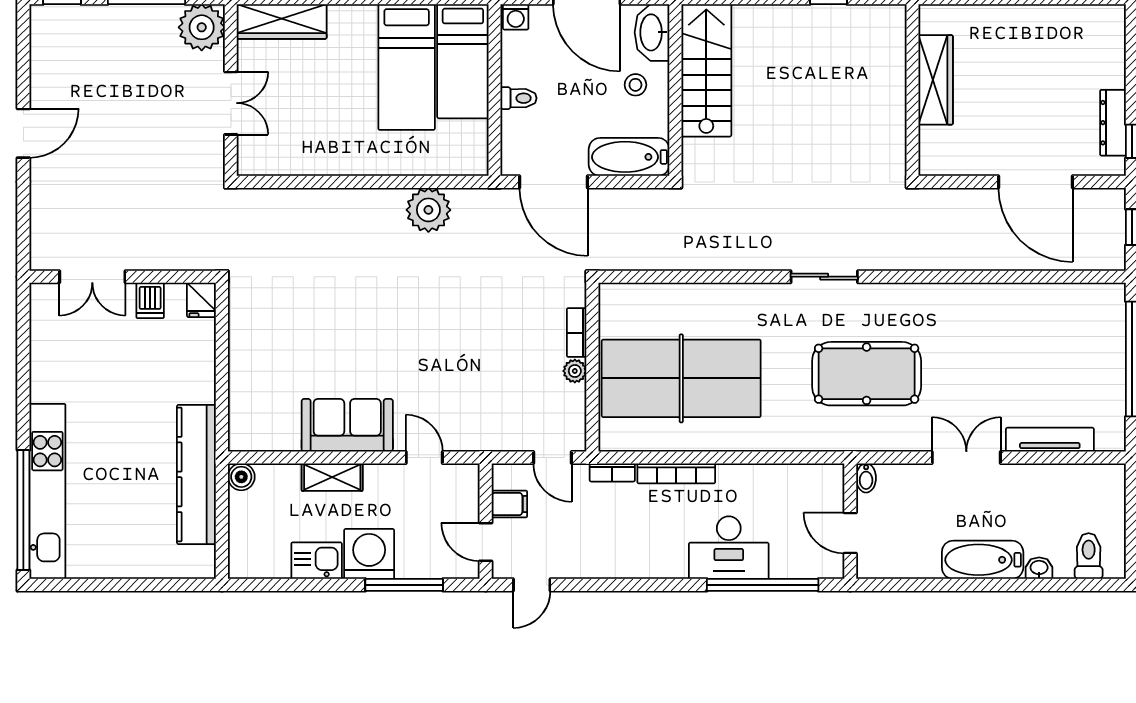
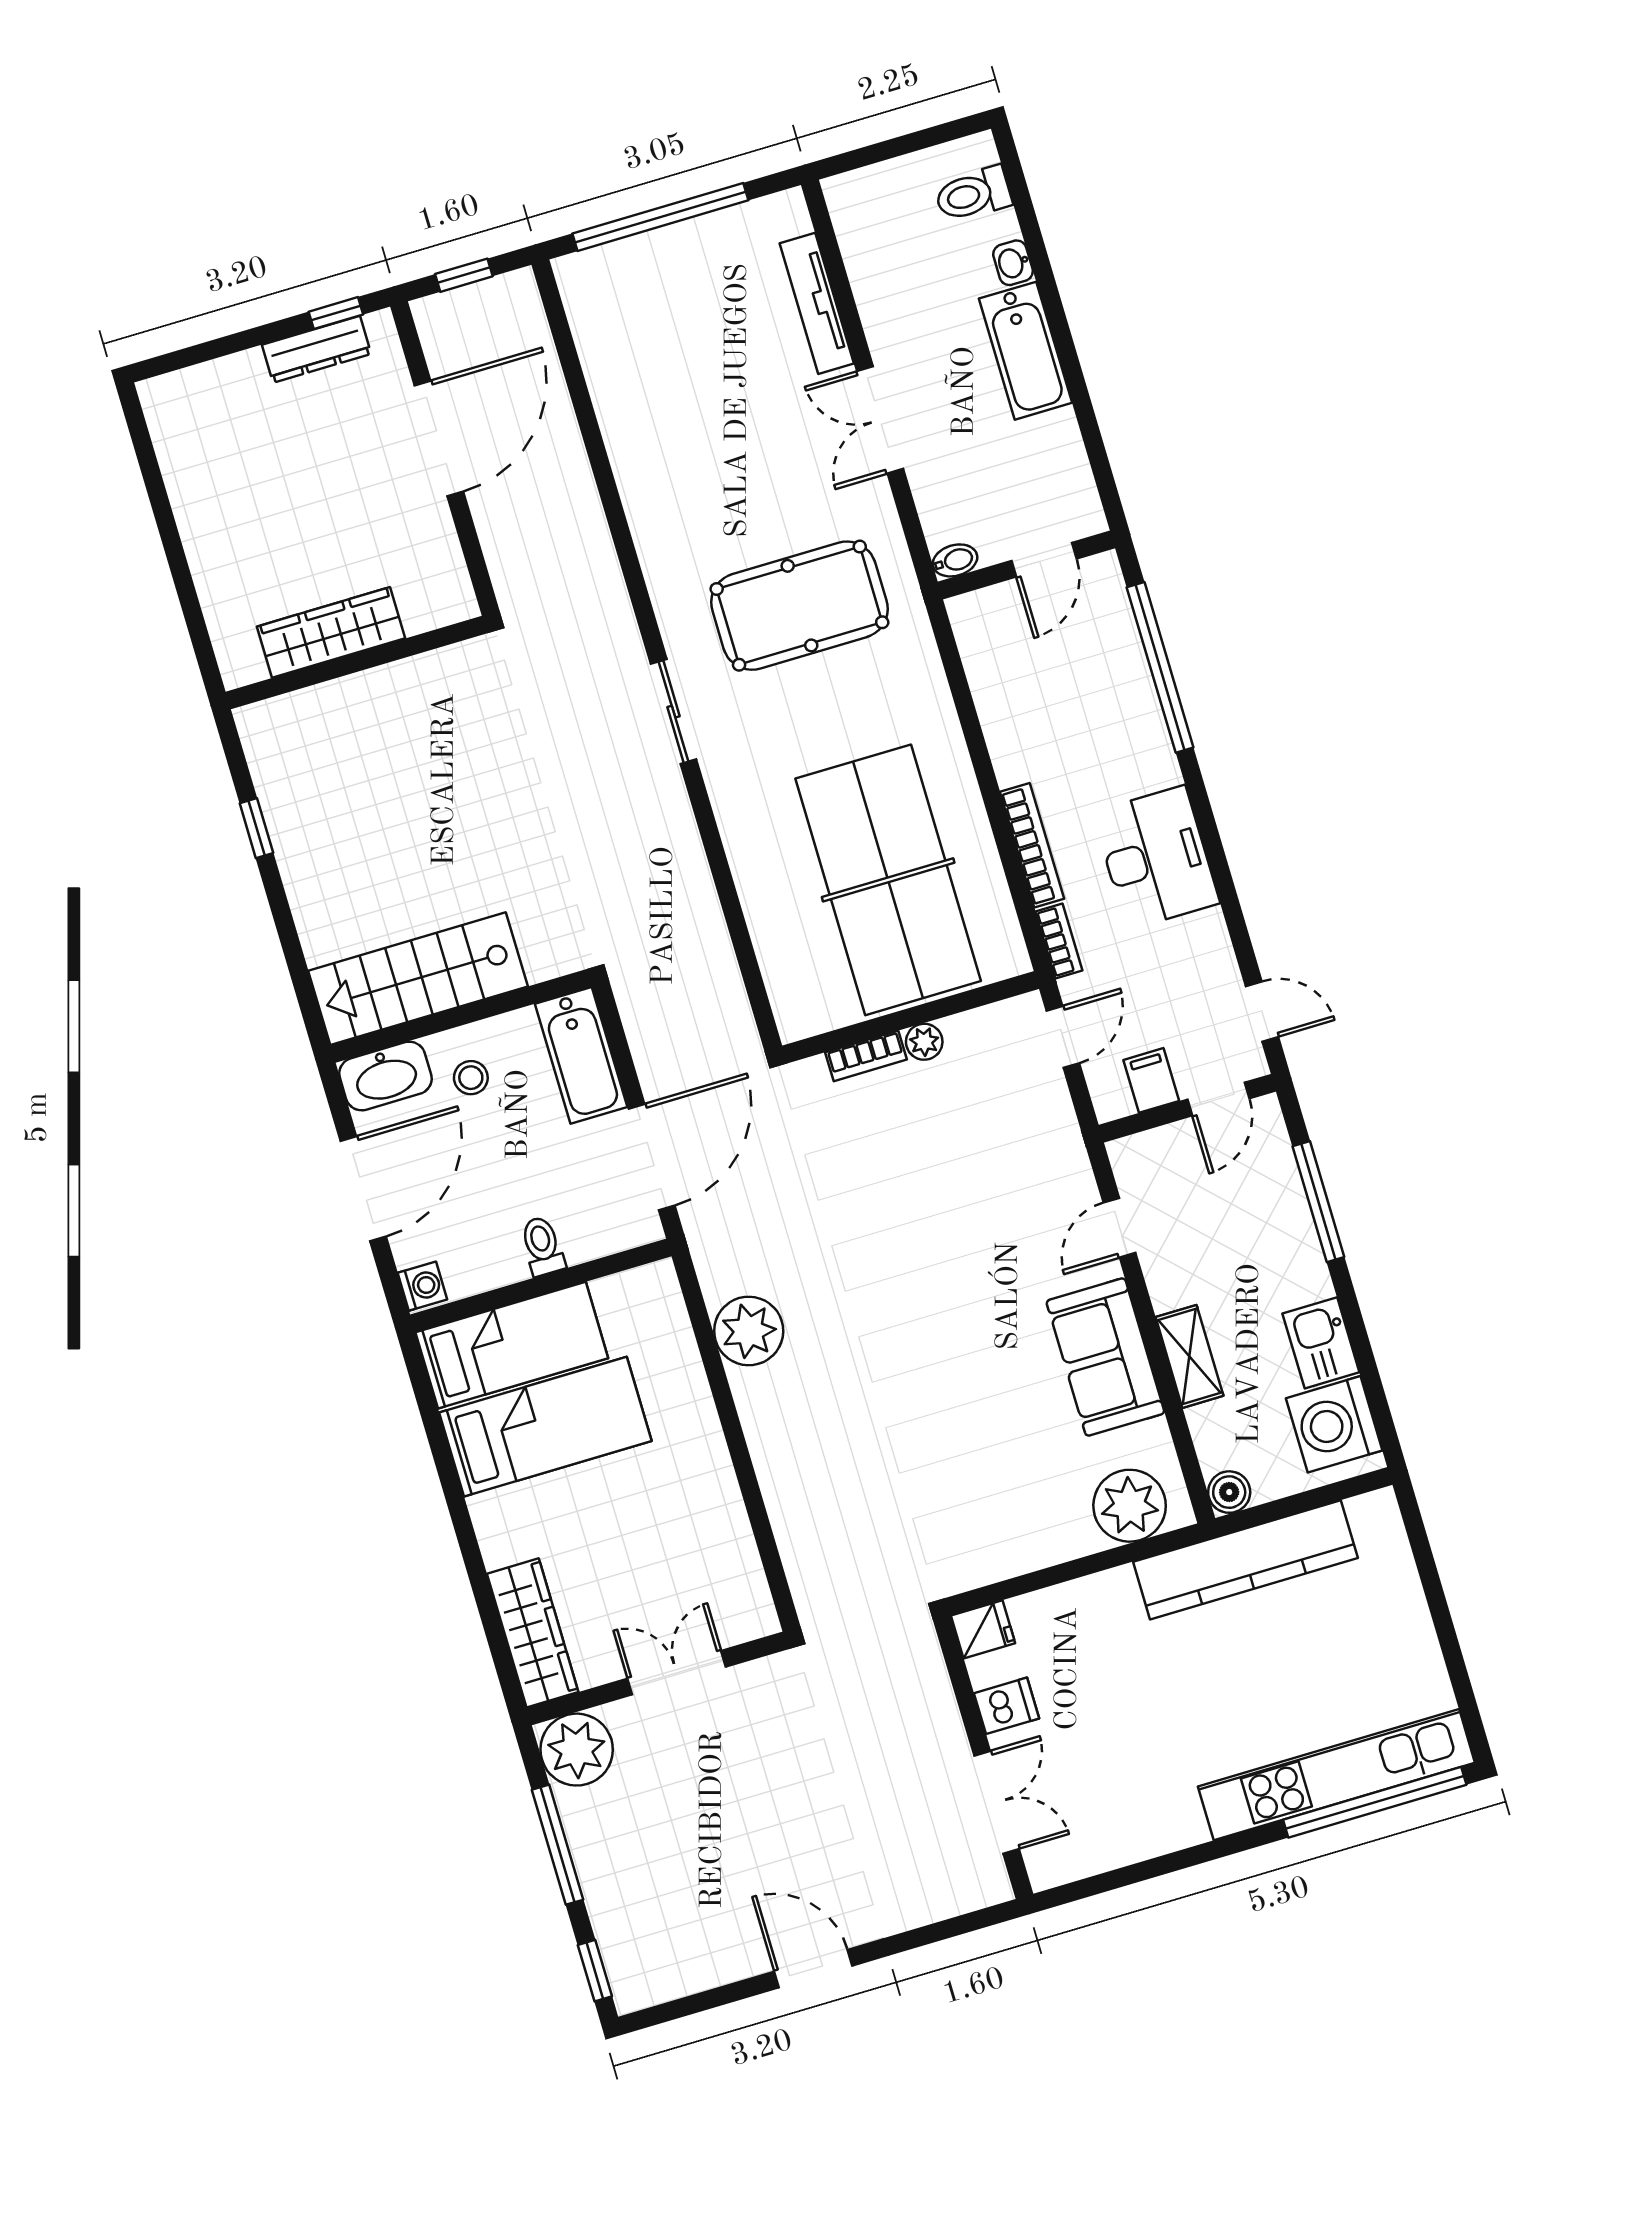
pool table: (867, 374) -> (799, 606), turned 90
plant: (251, 413) -> (1130, 1506), added
desk: (729, 548) -> (1156, 858), moved
washing machine: (369, 554) -> (1334, 1424), moved

